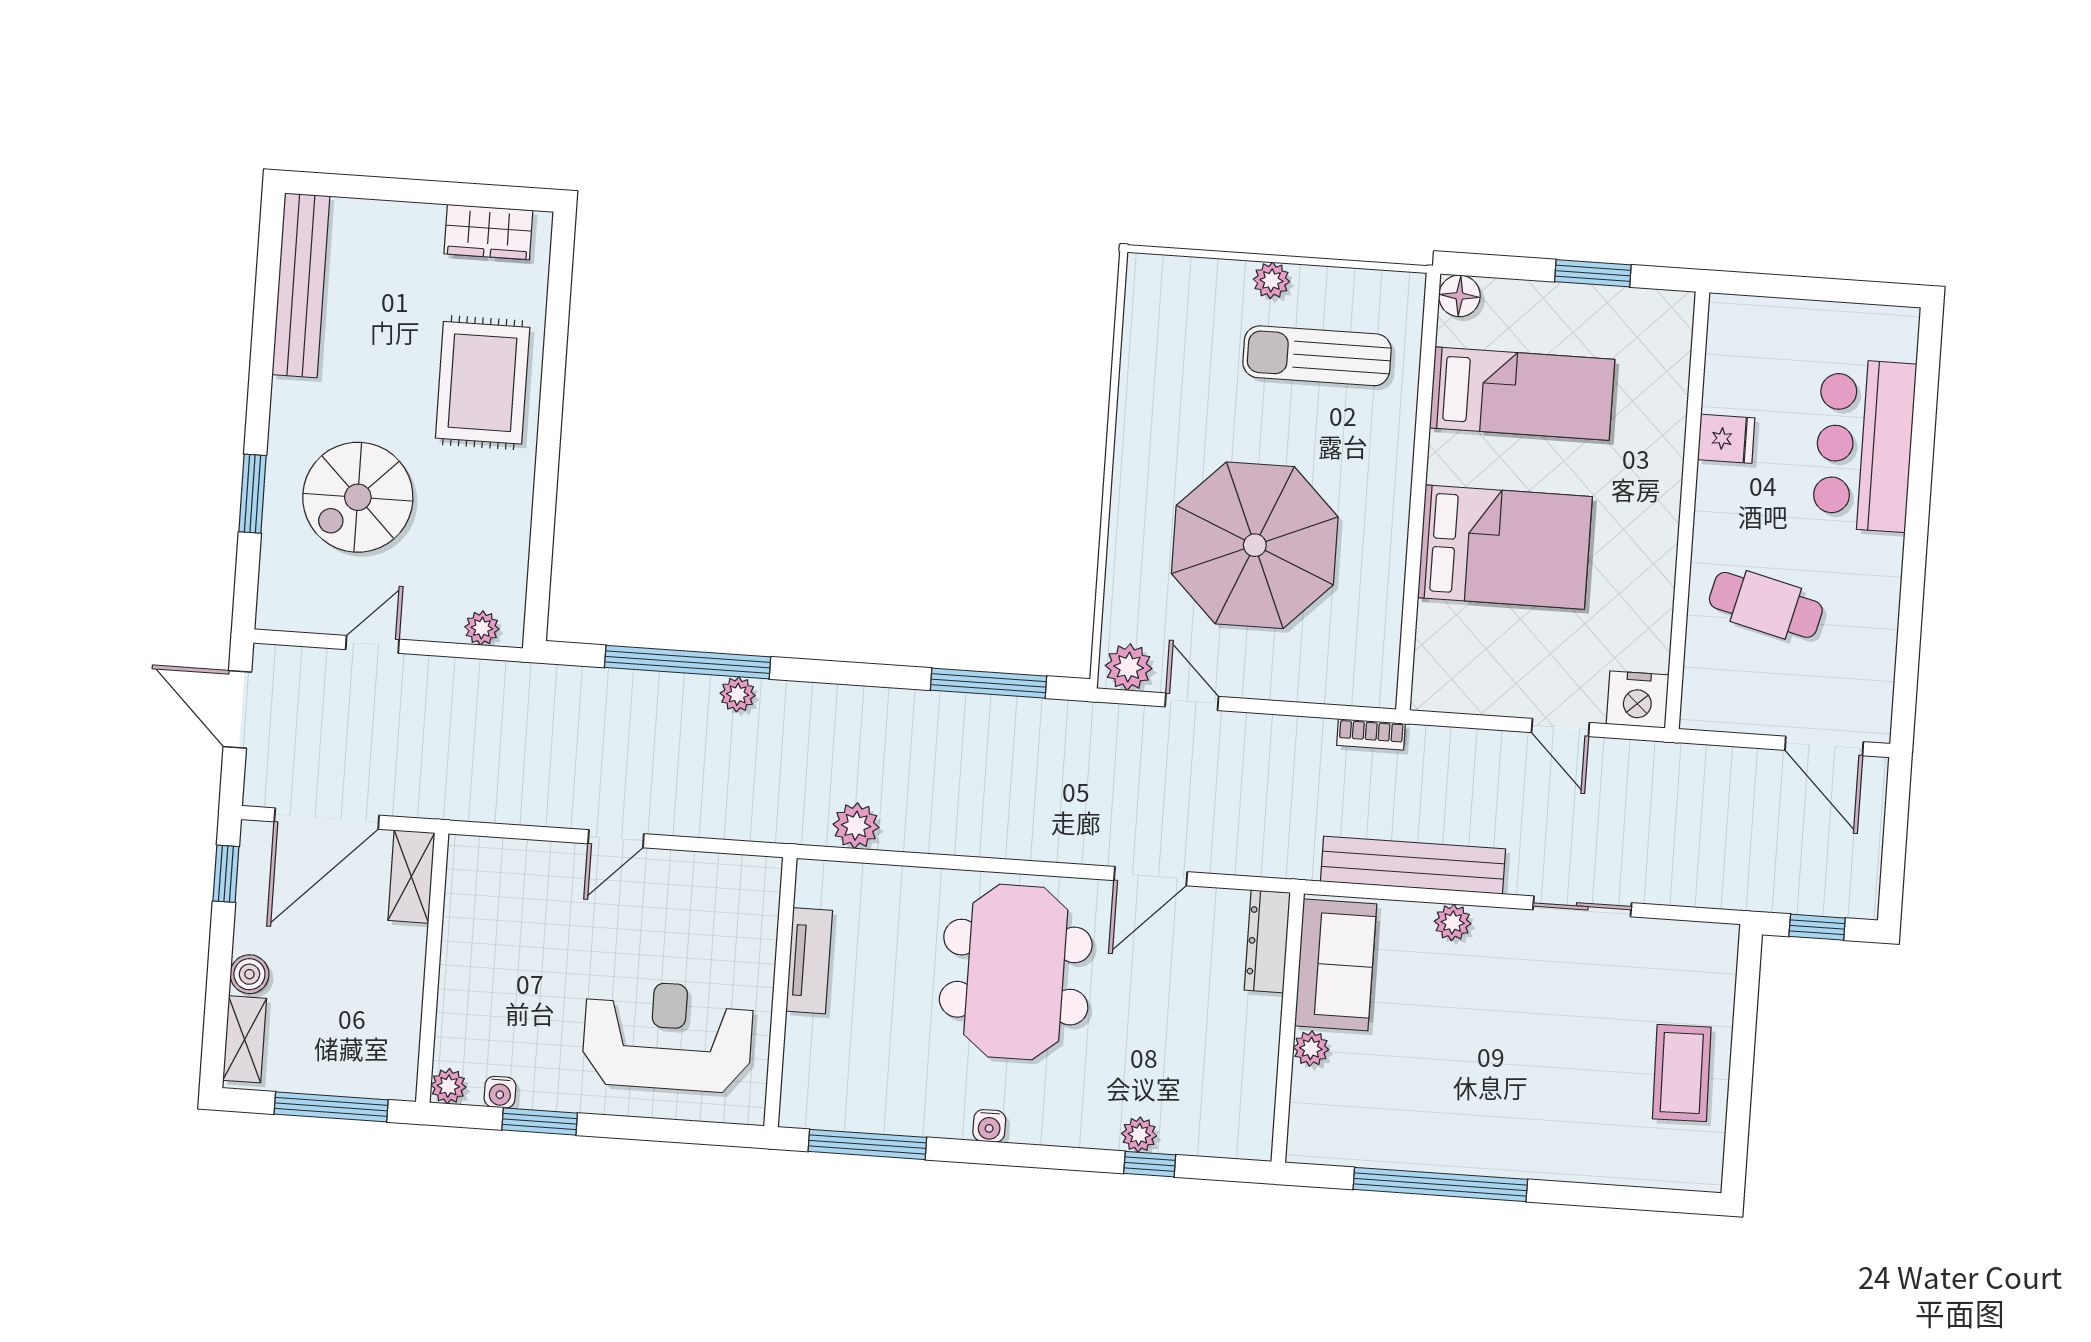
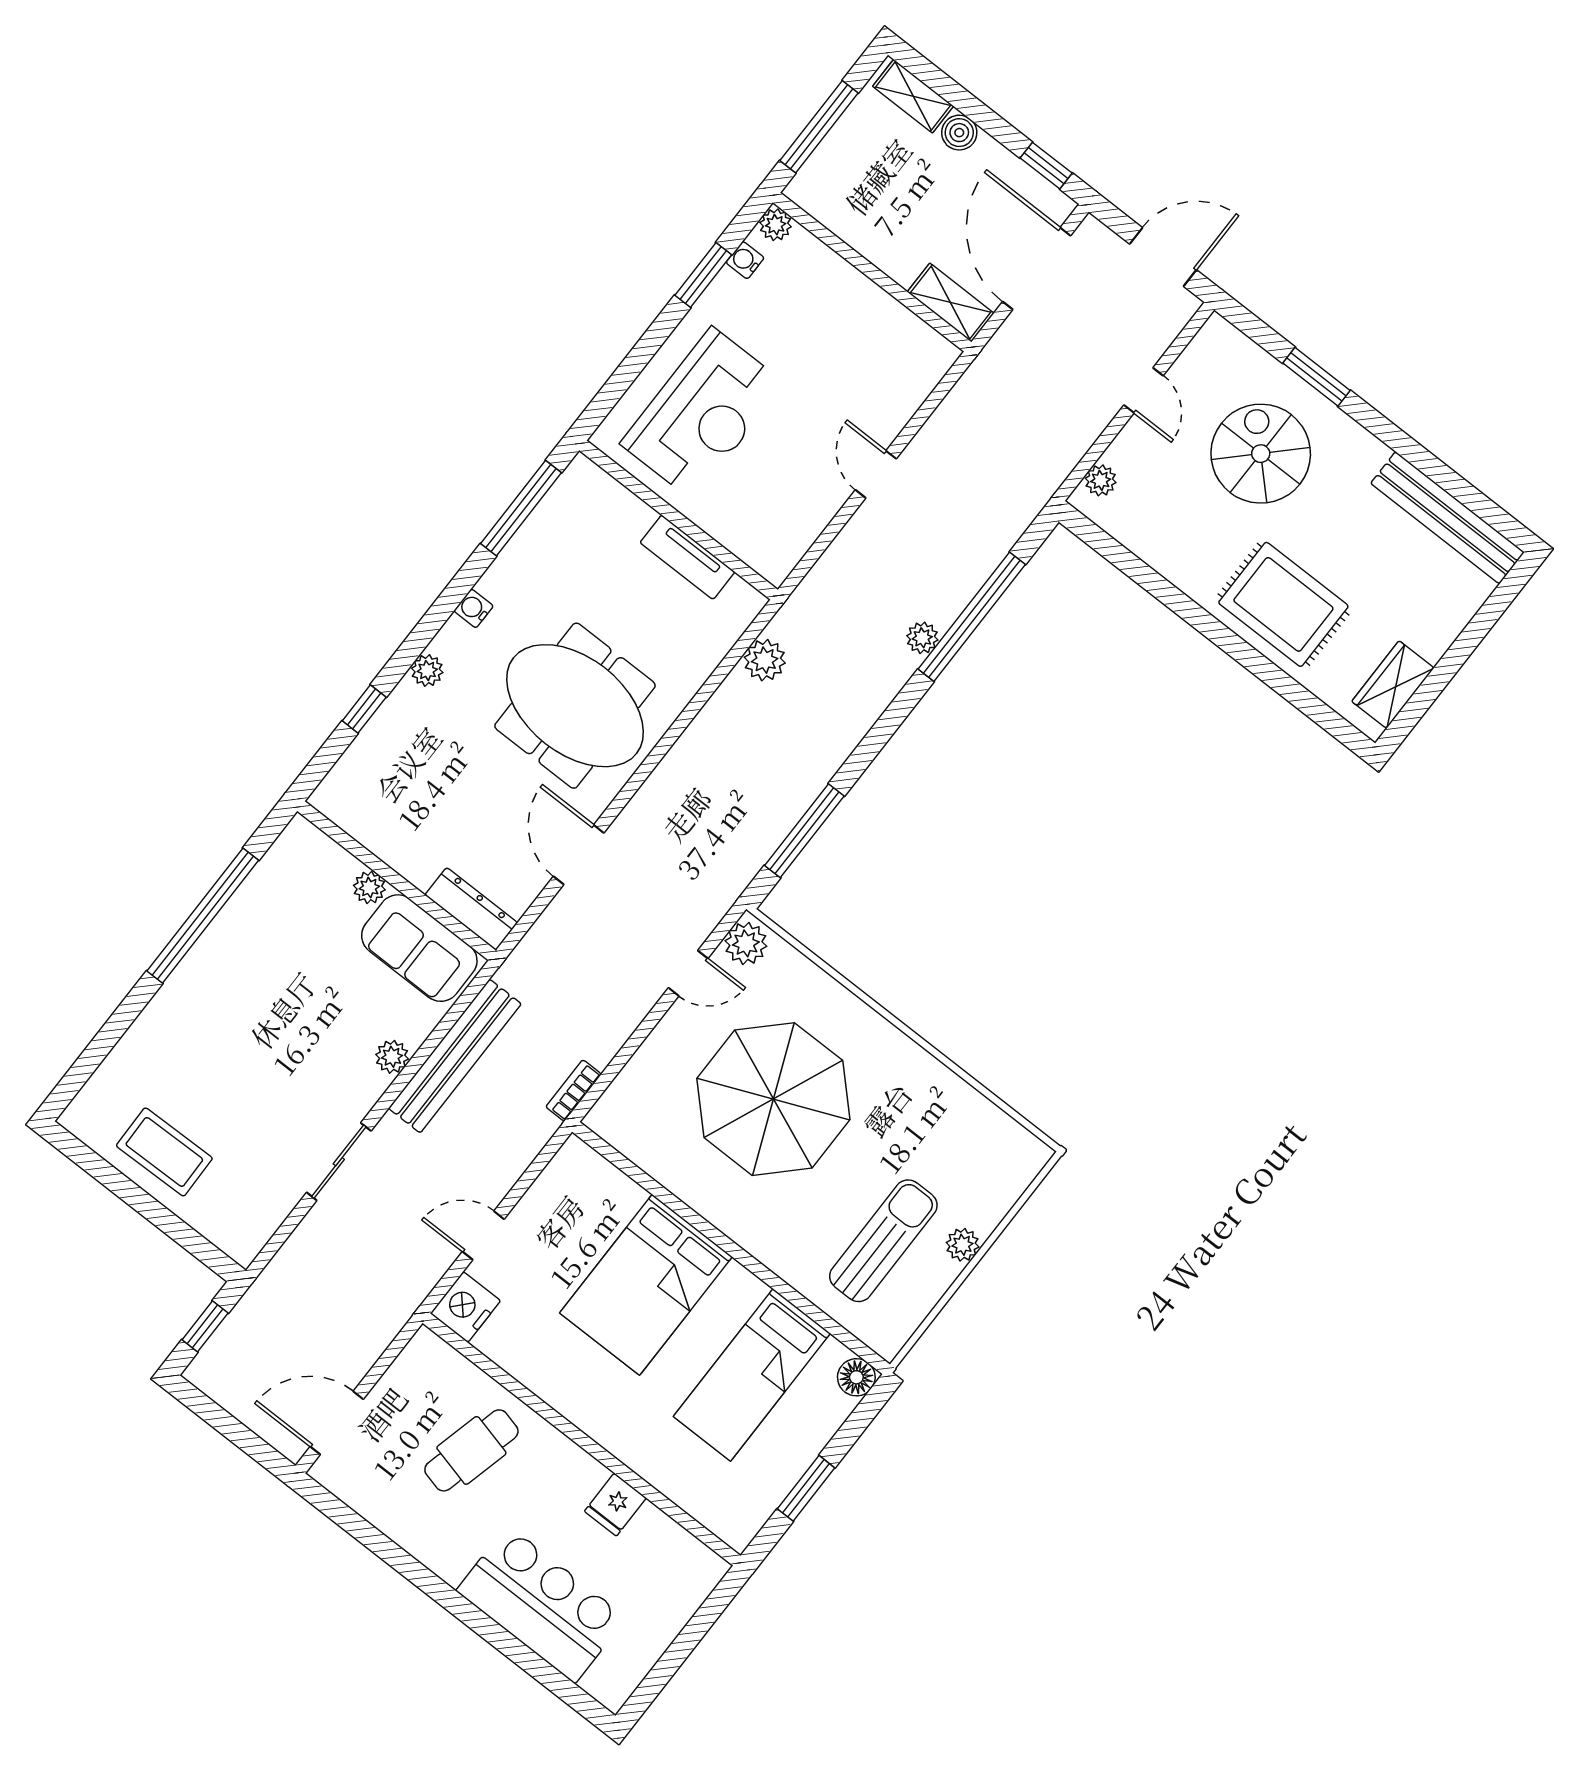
plant: (1139, 1135) -> (427, 670), moved

